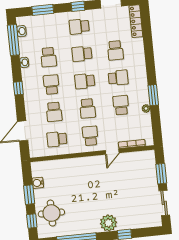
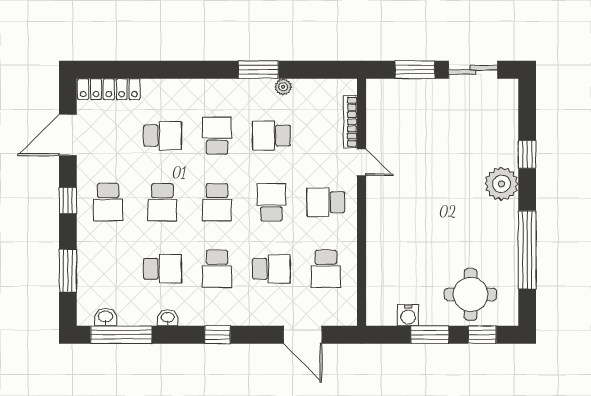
school desk: (51, 85) -> (217, 269), turned -90
school desk: (87, 108) -> (271, 202), turned -90

